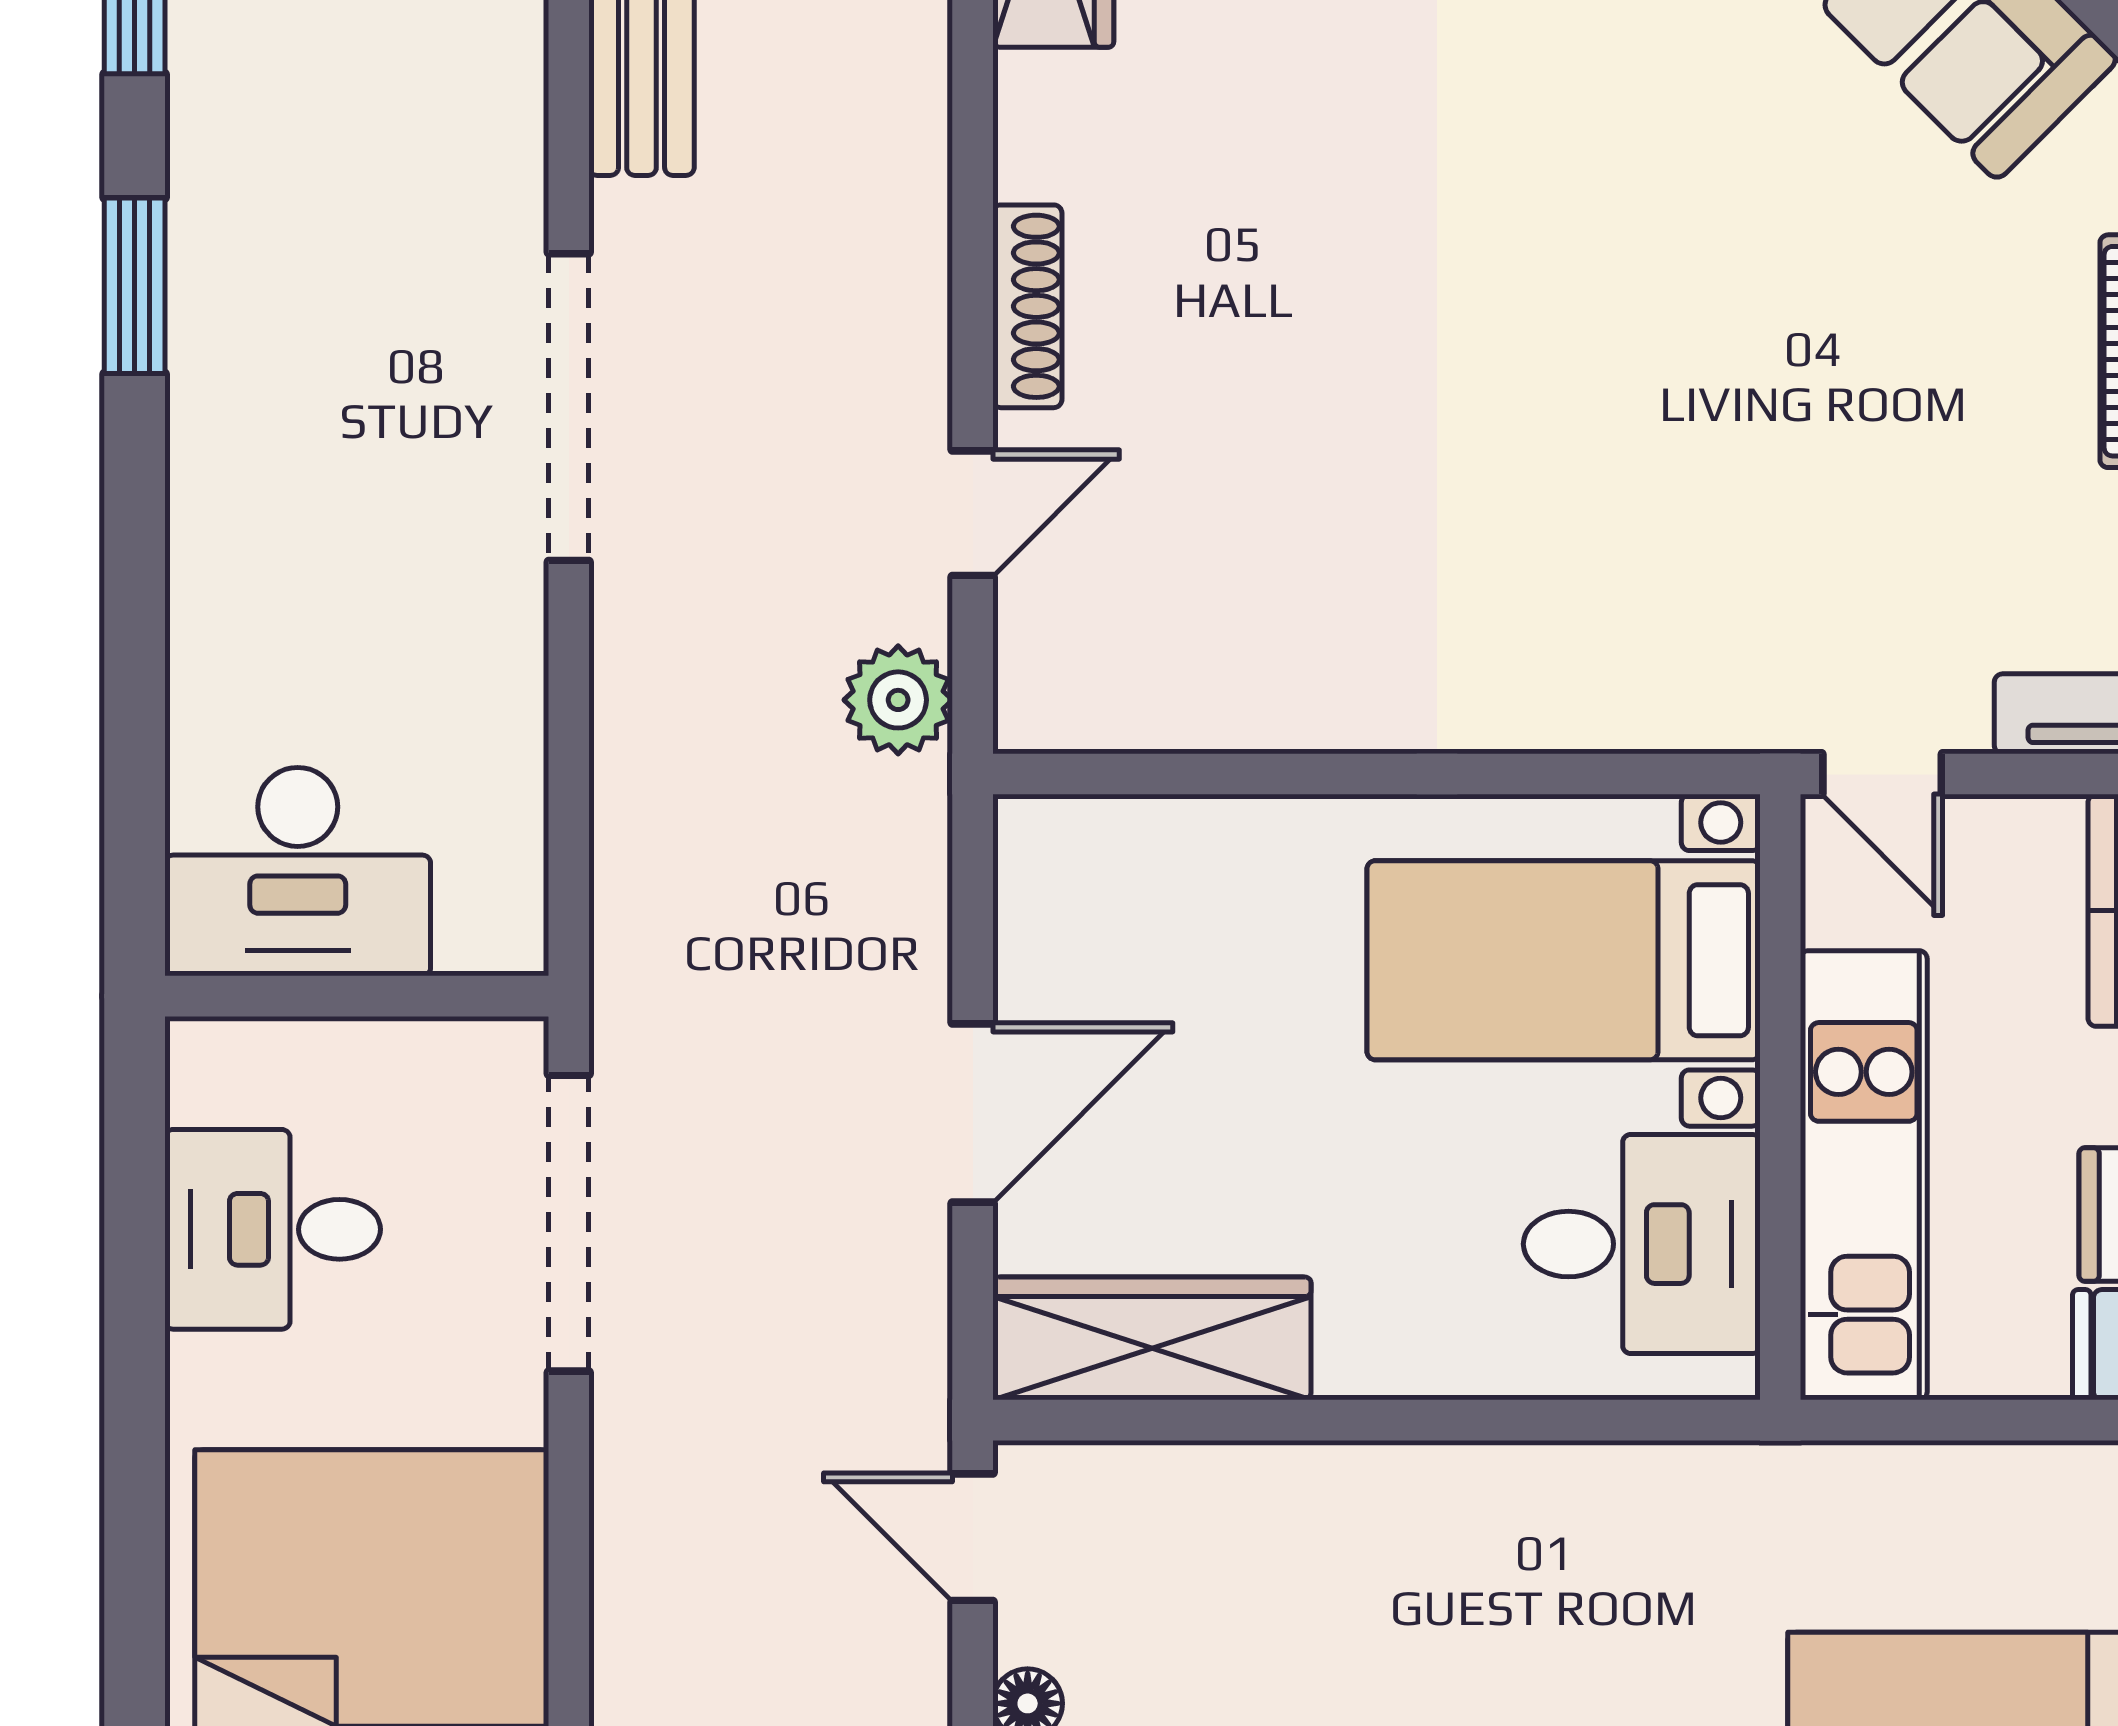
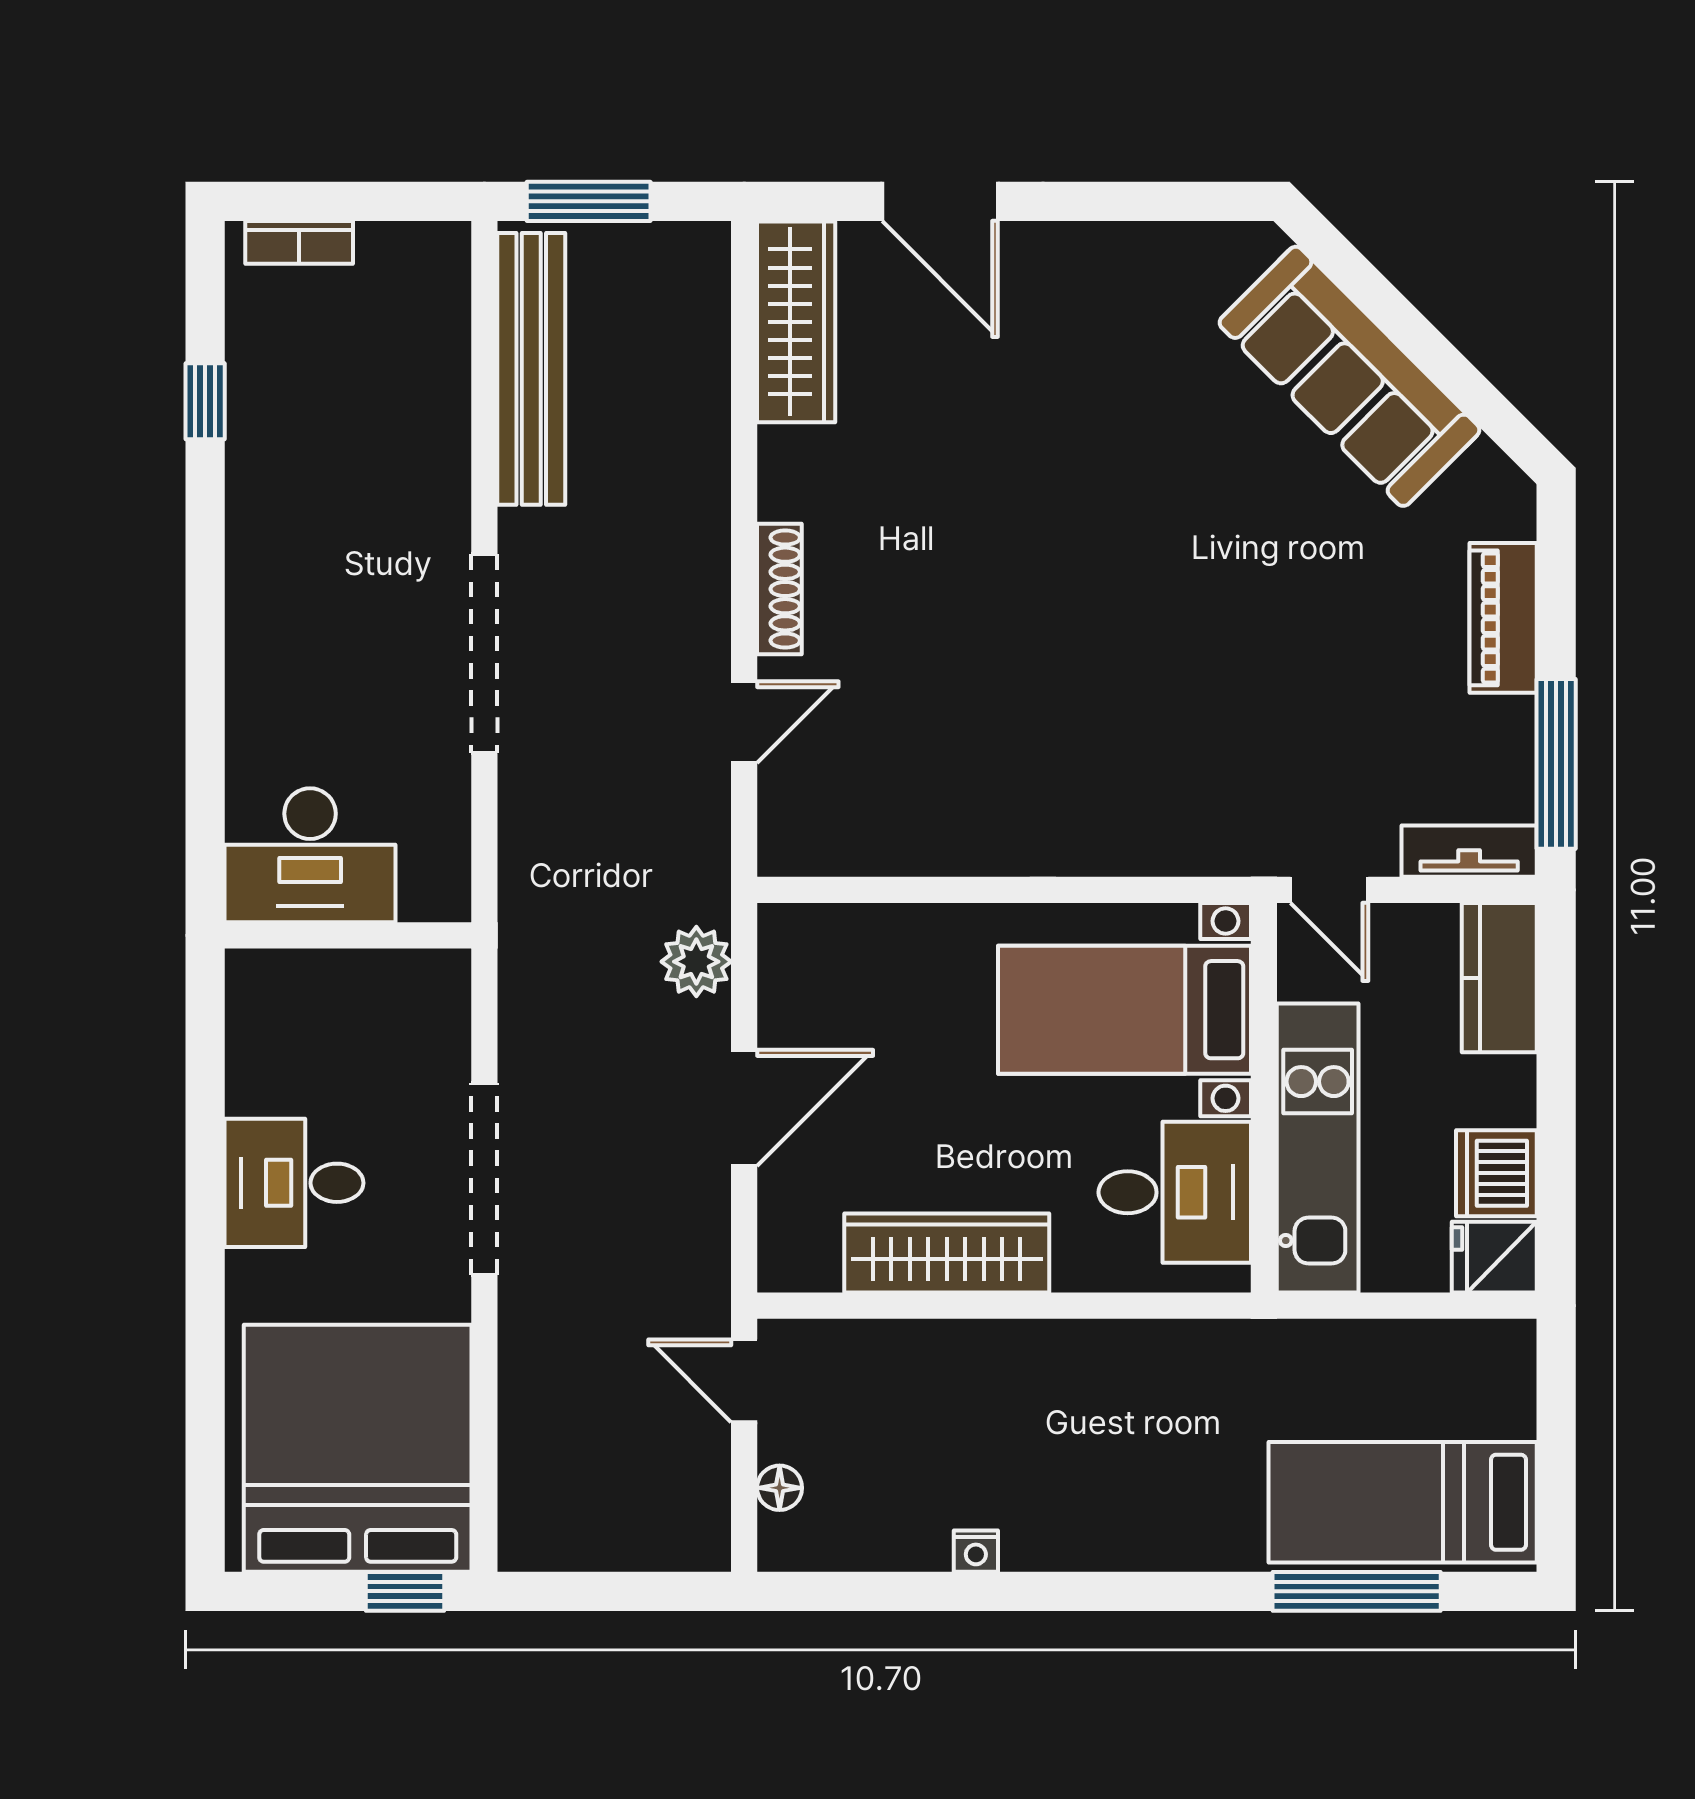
window: (135, 286) -> (205, 576), removed
plant: (898, 700) -> (696, 962), moved
desk: (298, 872) -> (310, 855), moved
wall: (357, 996) -> (348, 935), moved
wardrobe: (1152, 1338) -> (947, 1253), moved

